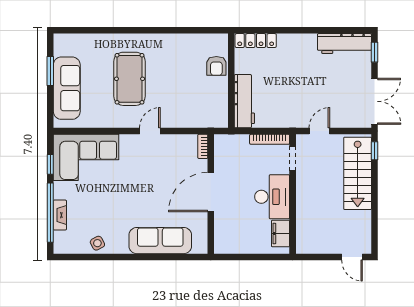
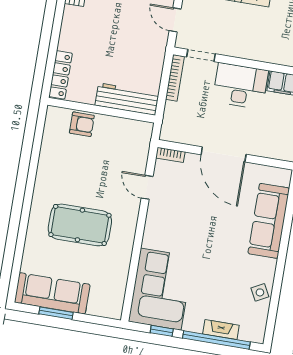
sofa: (67, 88) -> (52, 293), moved
door: (150, 131) -> (147, 187), moved

